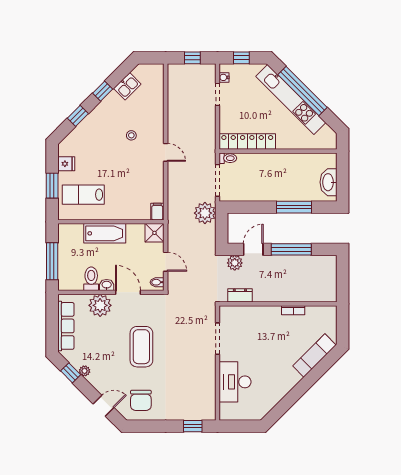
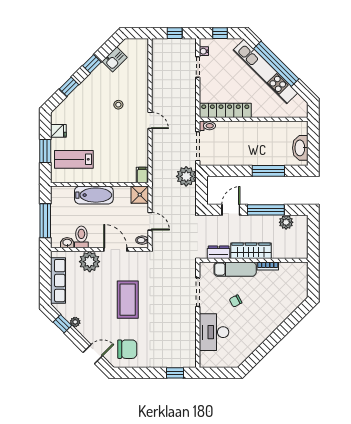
plant: (235, 263) -> (286, 222), moved
washbasin: (107, 285) -> (67, 243), moved
wardrobe: (275, 294) -> (251, 251), added
chair: (258, 348) -> (236, 301), added
exam couch: (314, 356) -> (235, 269), moved, turned -135
chair: (141, 400) -> (127, 349), turned -90

